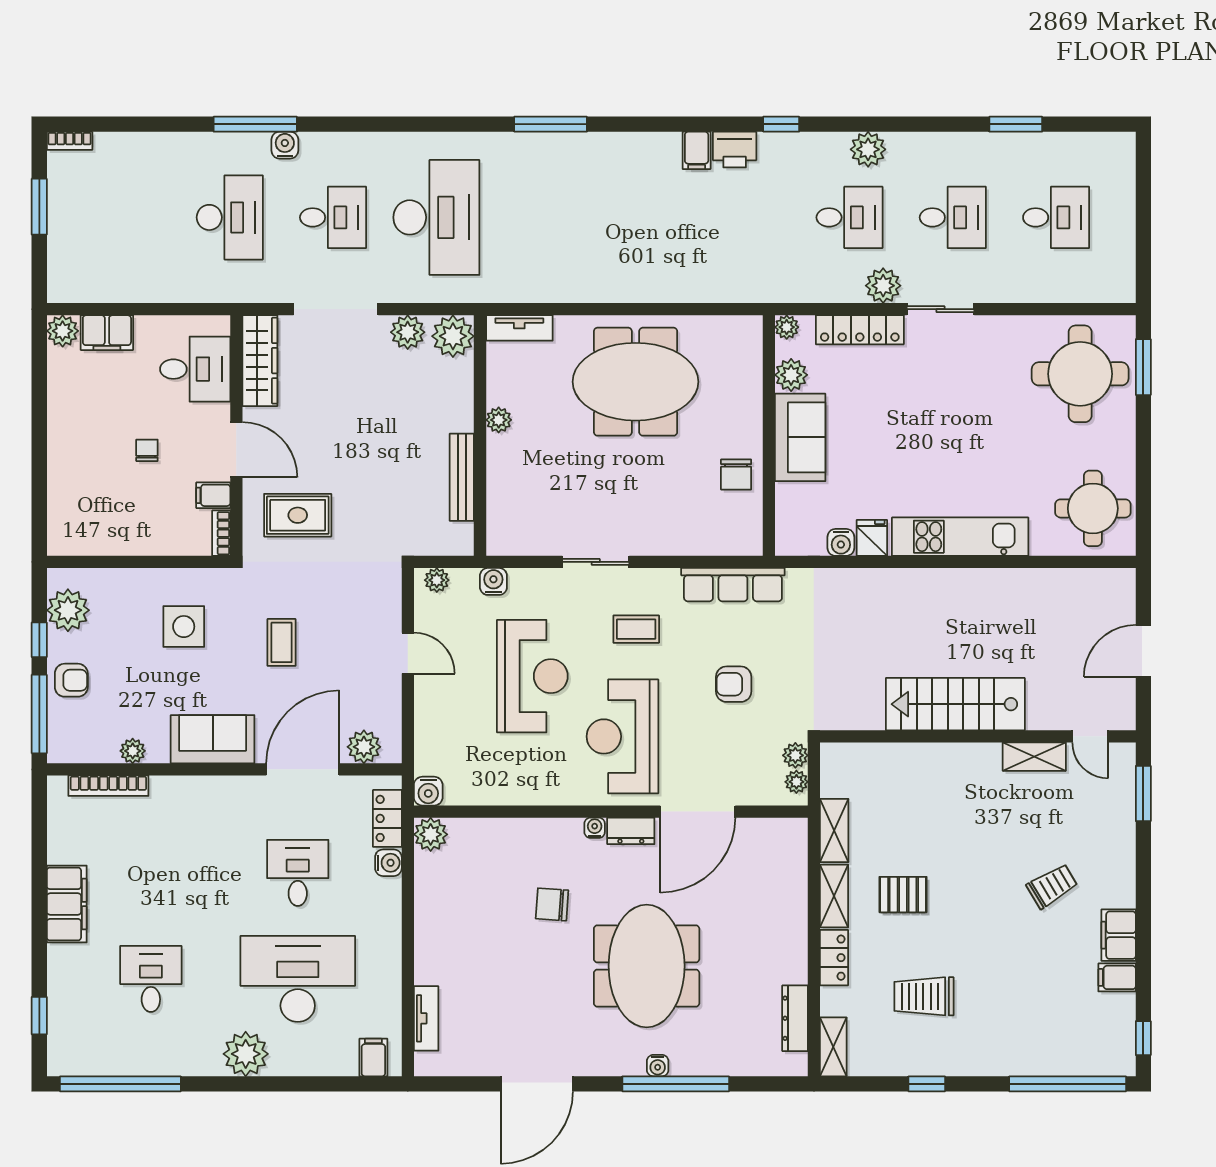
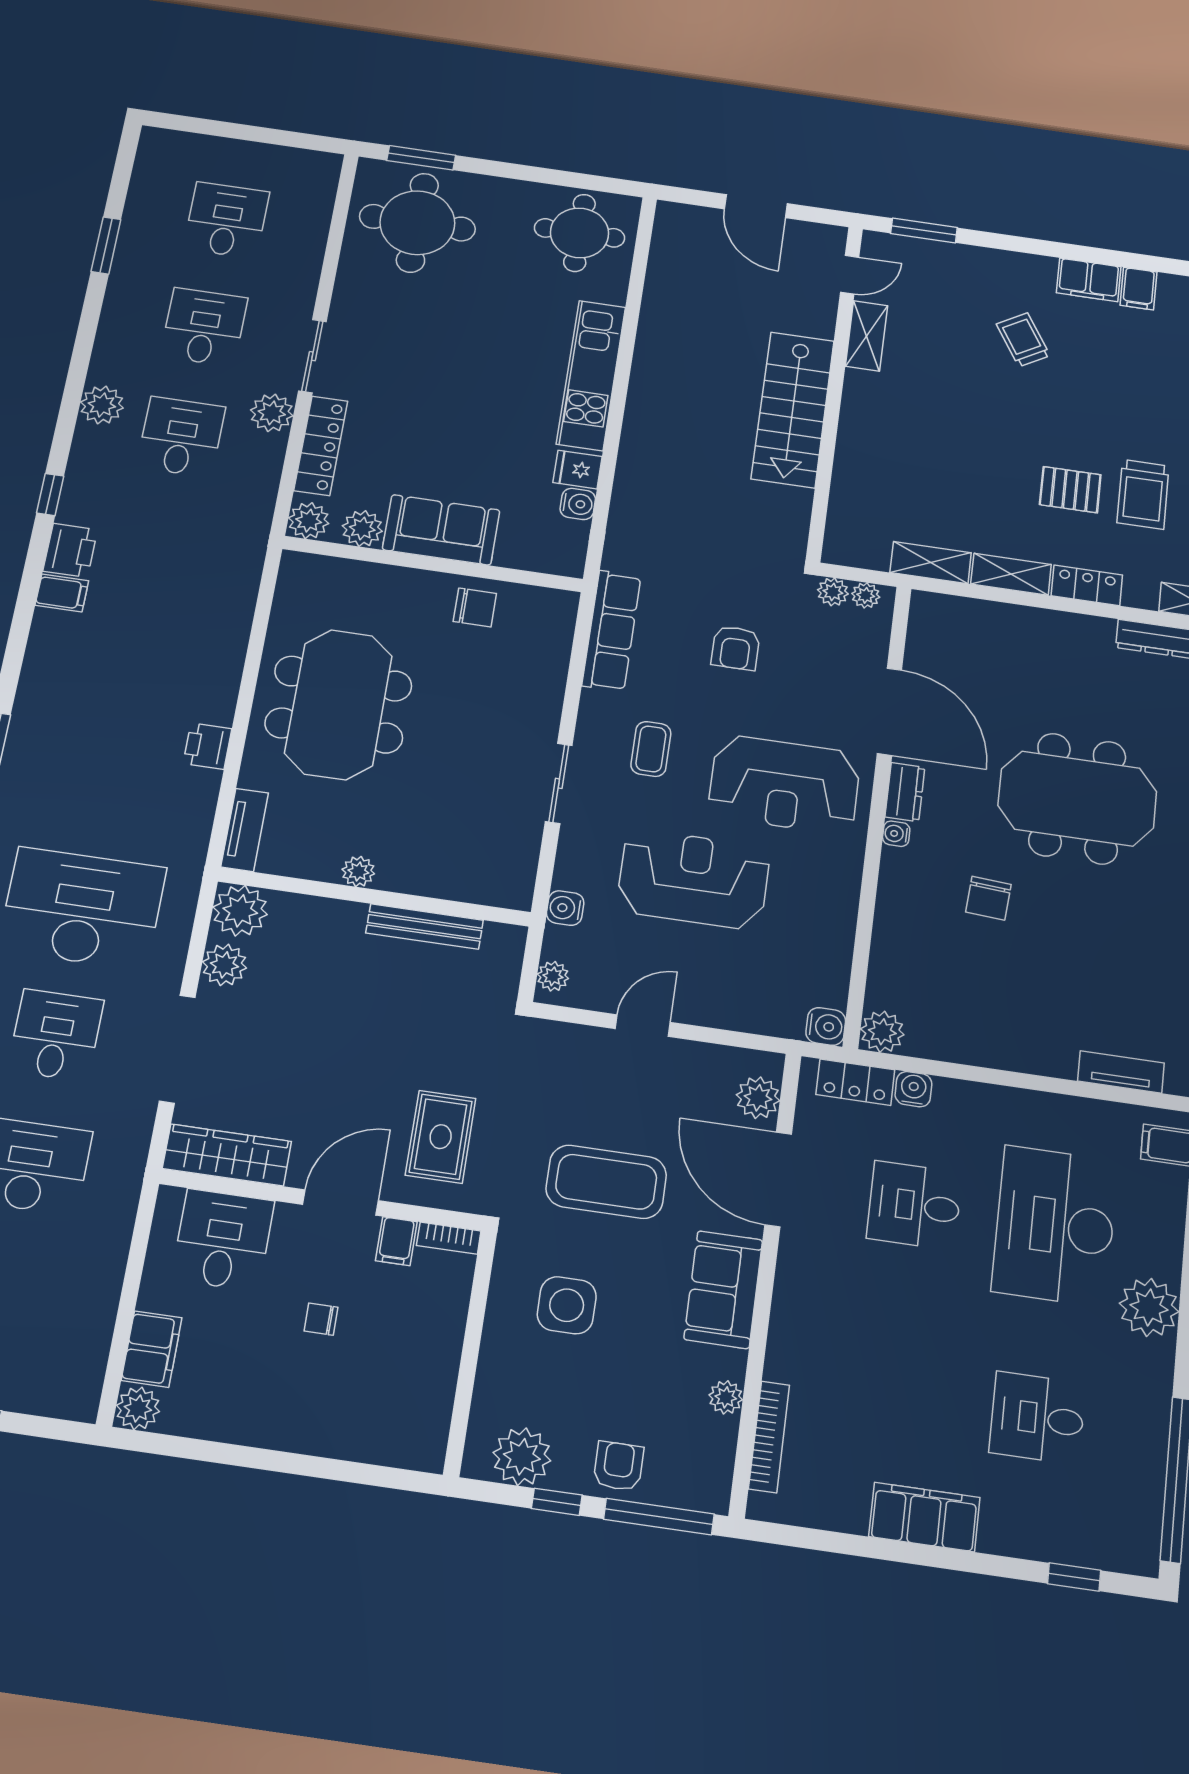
printer: (584, 287) -> (207, 746), added
plant: (787, 327) -> (309, 521), width x1.38, depth x1.38
coffee table: (282, 642) -> (606, 1182), width x1.86, depth x1.72
pallet: (903, 895) -> (1070, 490), moved, turned 90

